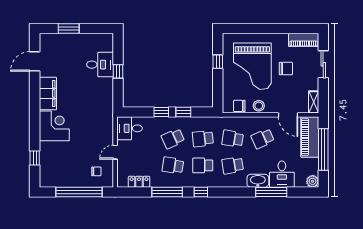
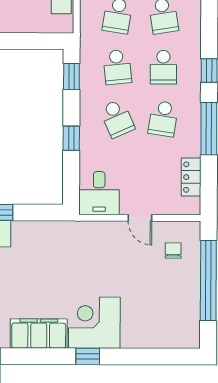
window: (183, 112) -> (71, 76), moved
window: (35, 158) -> (88, 356), moved

